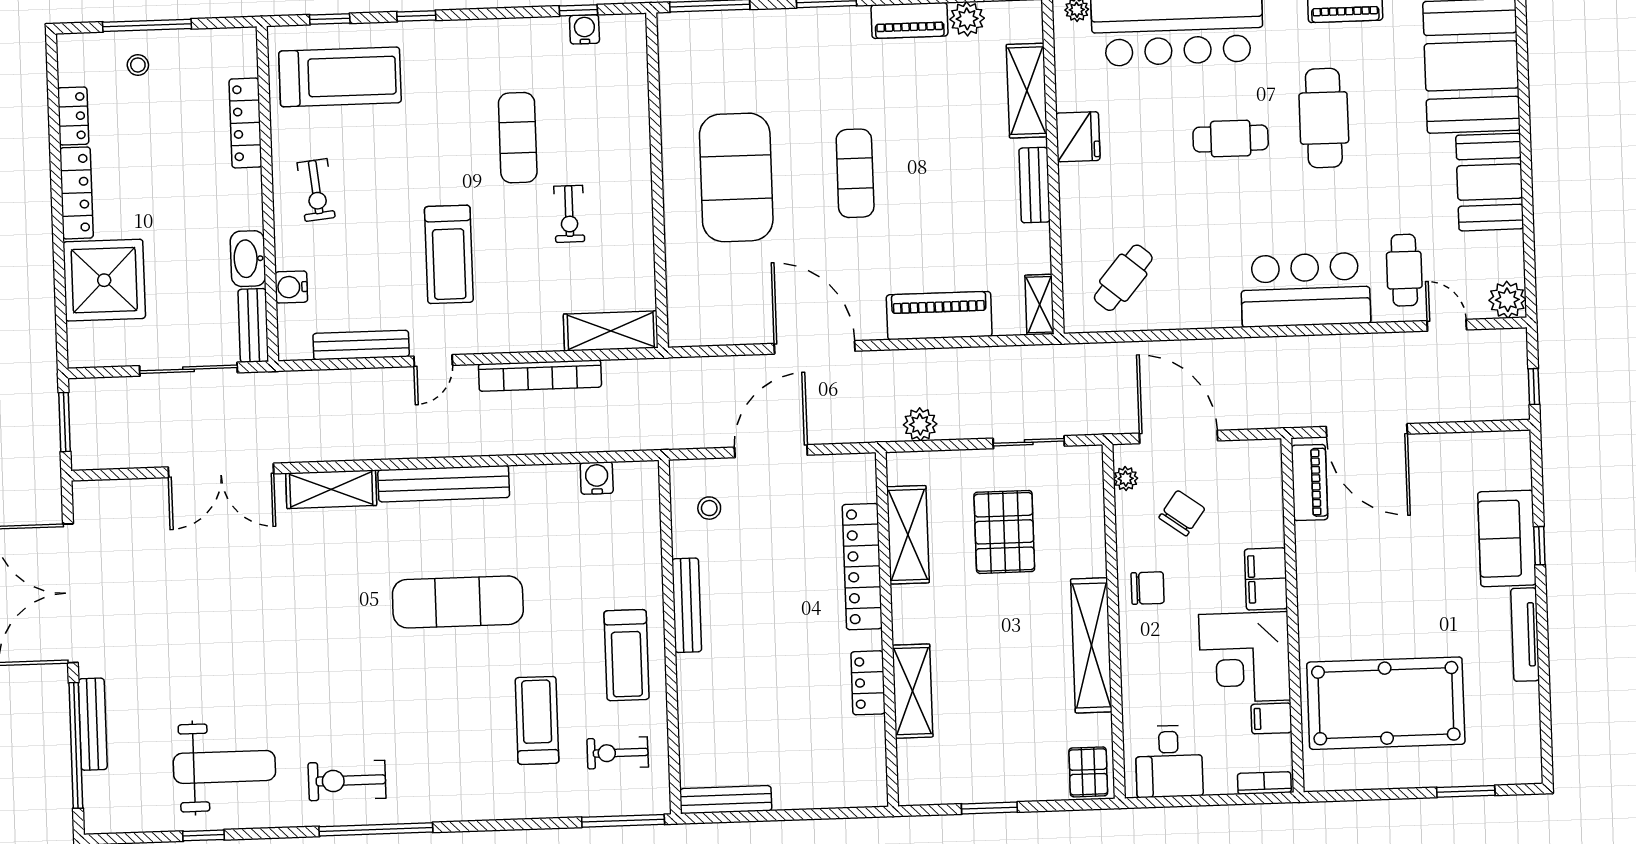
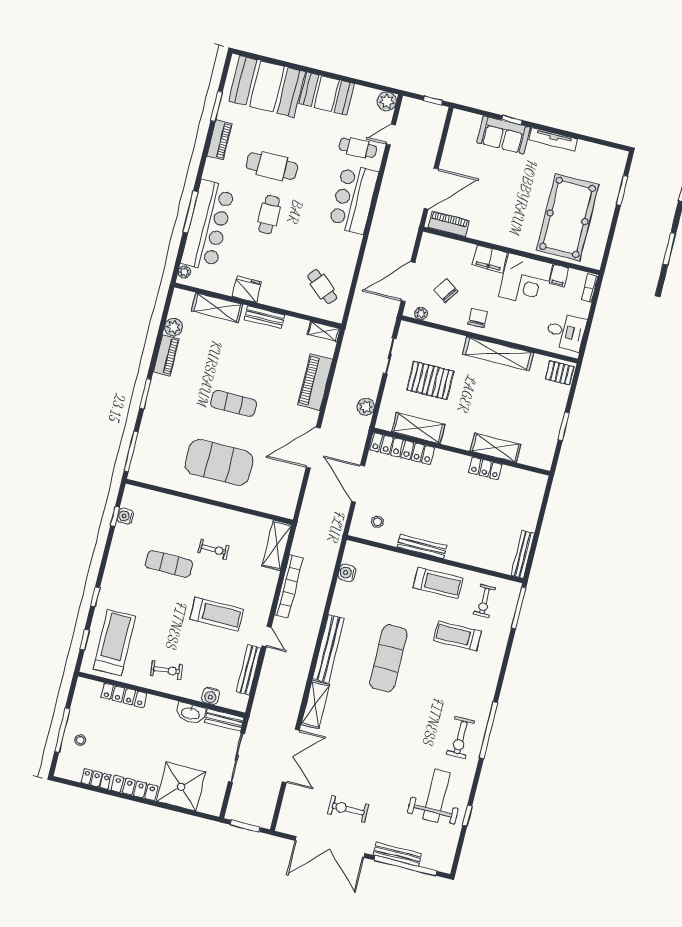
locker: (862, 567) -> (402, 449), moved
exercise bike: (152, 607) -> (348, 809), added

